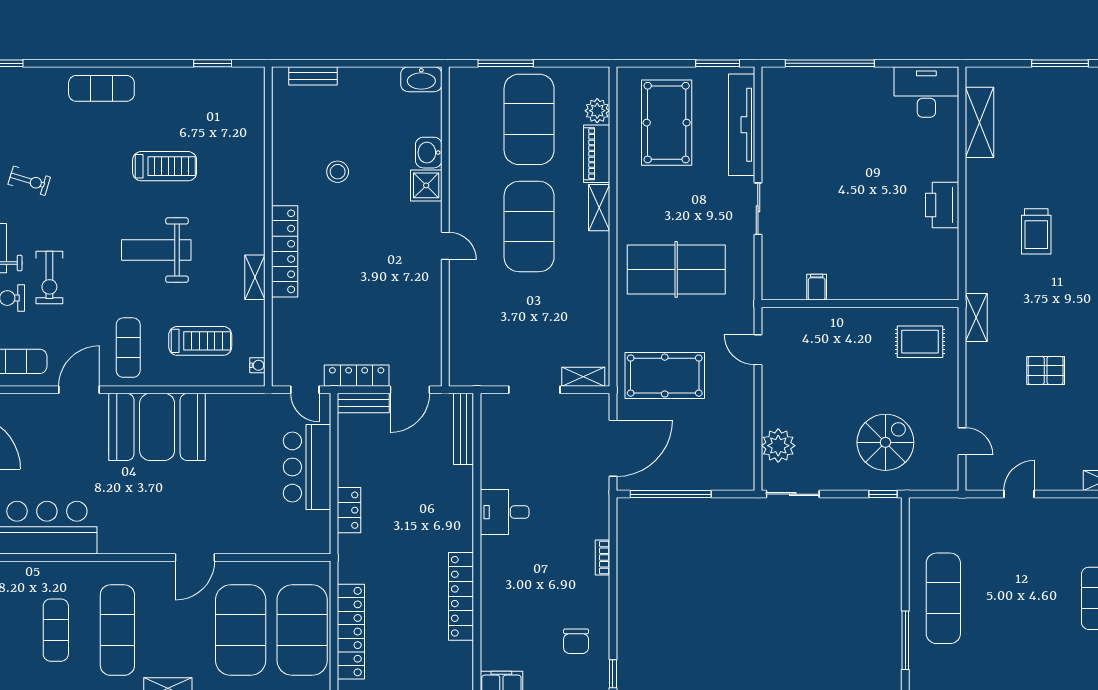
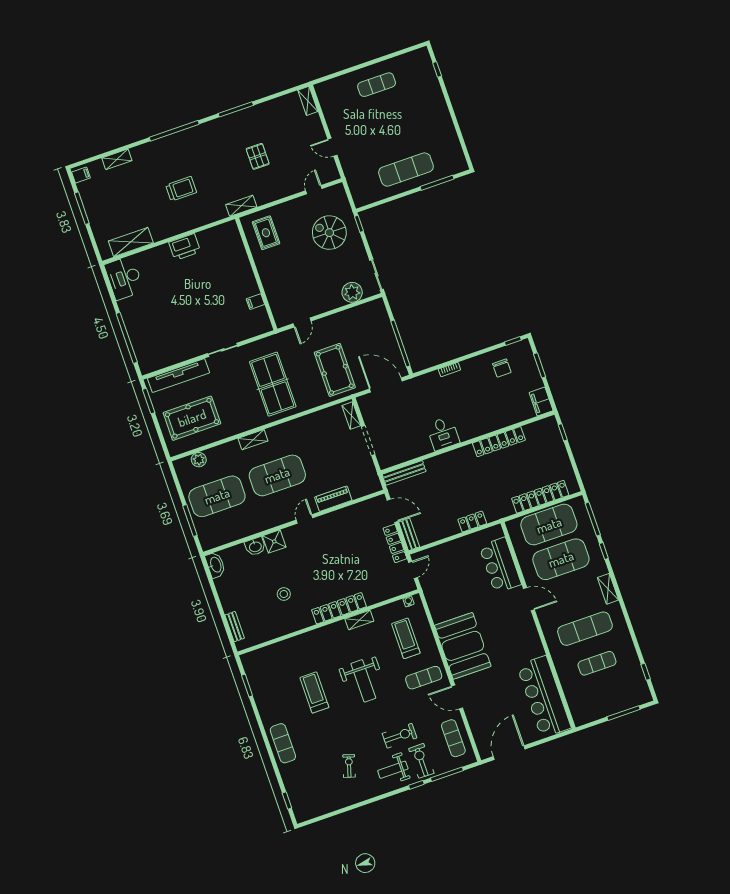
piano: (597, 154) -> (333, 499), moved, turned 180
bar counter: (307, 467) -> (500, 565), moved, turned 90
chair: (576, 641) -> (502, 368), turned 90

